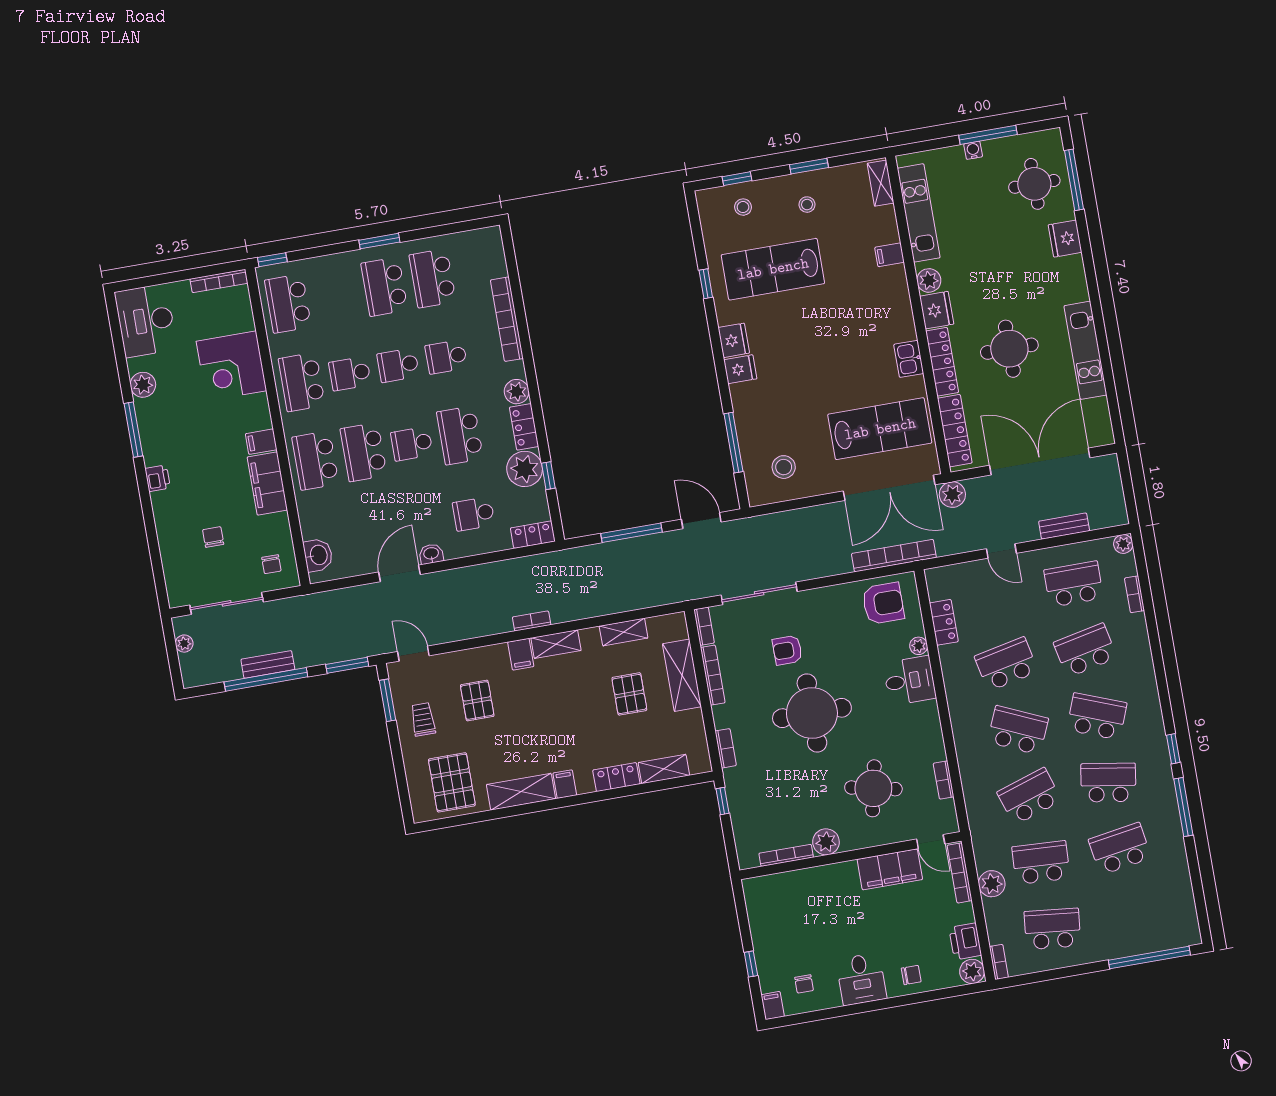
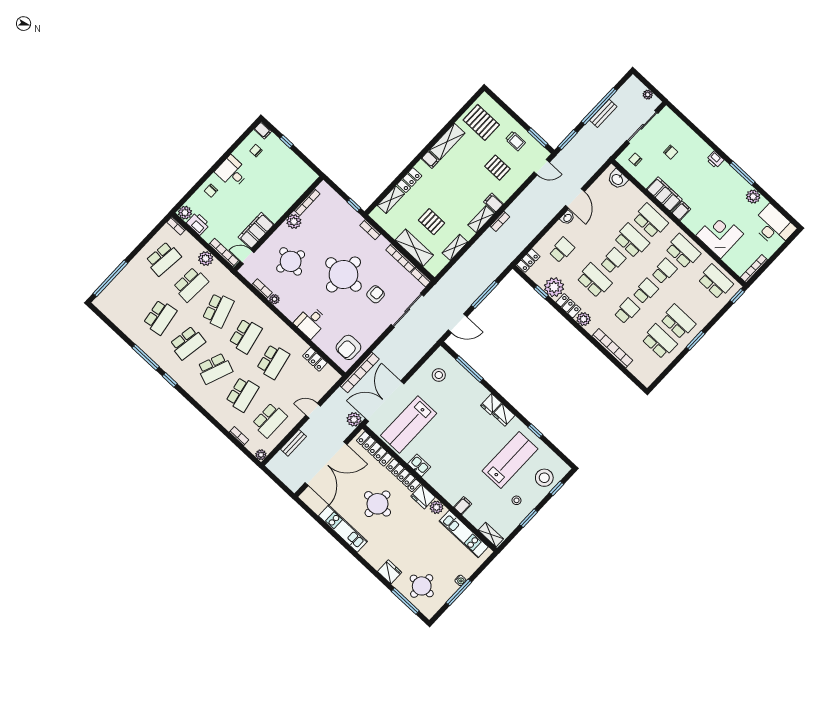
stool: (743, 207) -> (544, 478), width x1.89, depth x1.89
plant: (919, 646) -> (274, 299), moved
school desk: (1018, 730) -> (246, 336), turned -36

